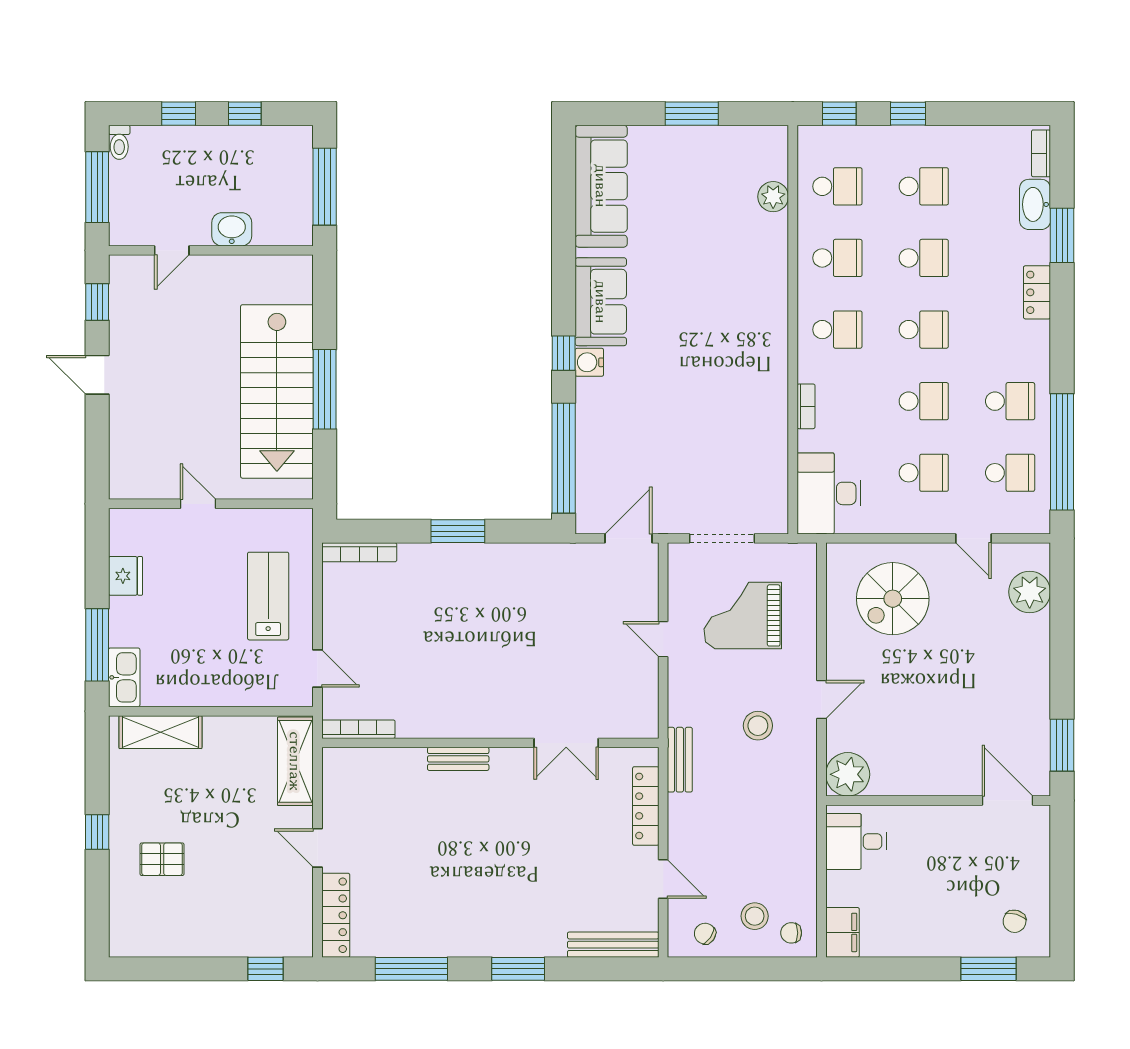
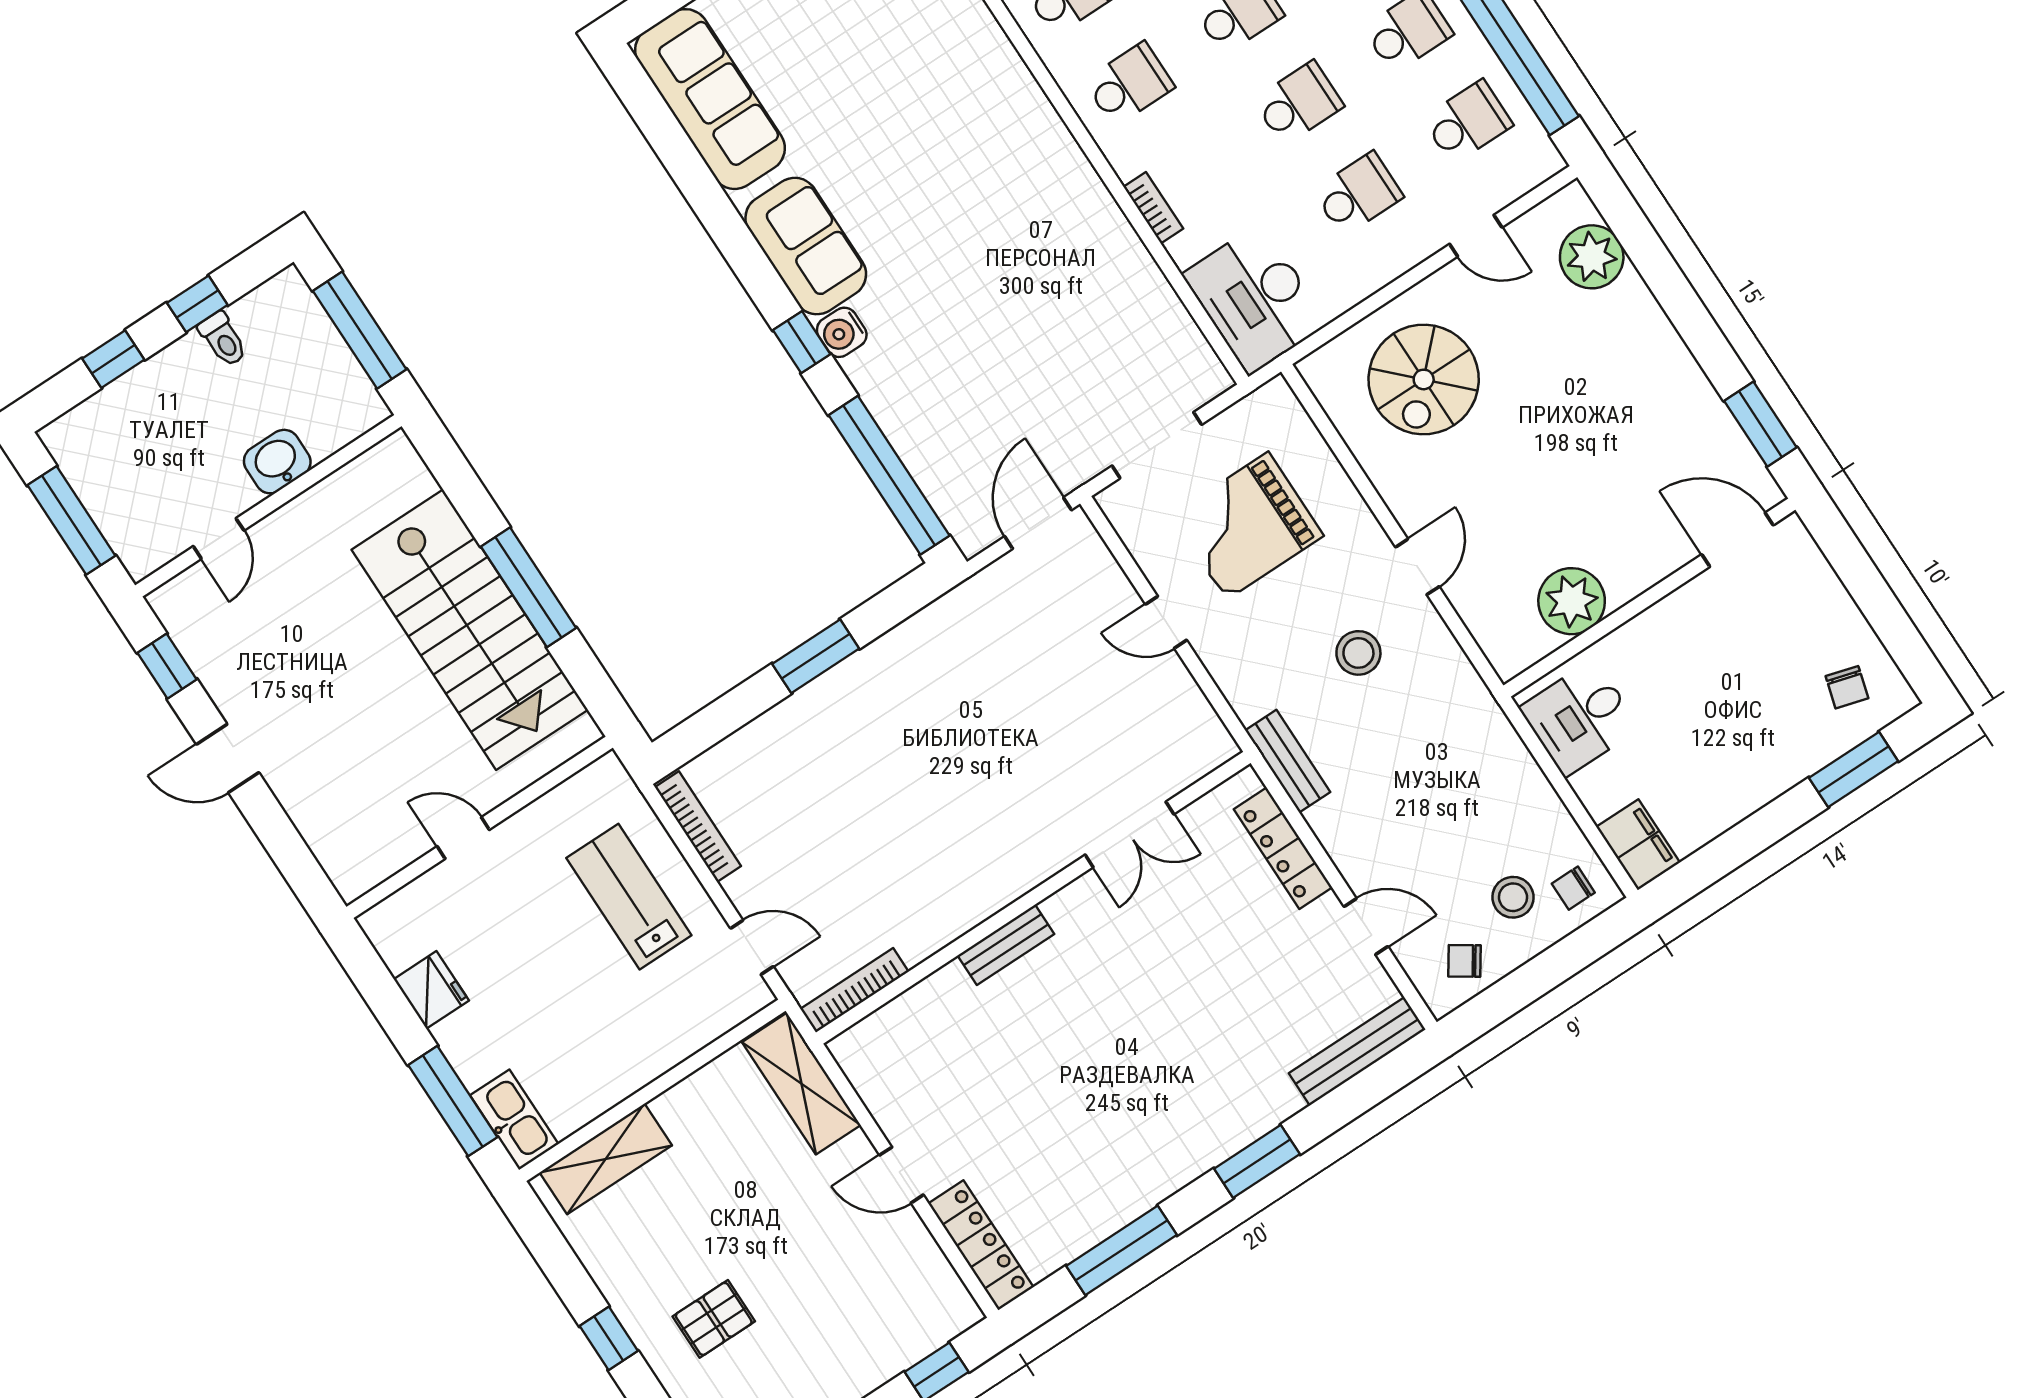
toilet: (119, 142) -> (223, 339), moved
bookcase: (359, 552) -> (698, 827), moved, turned -90
plant: (848, 774) -> (1572, 601), moved

